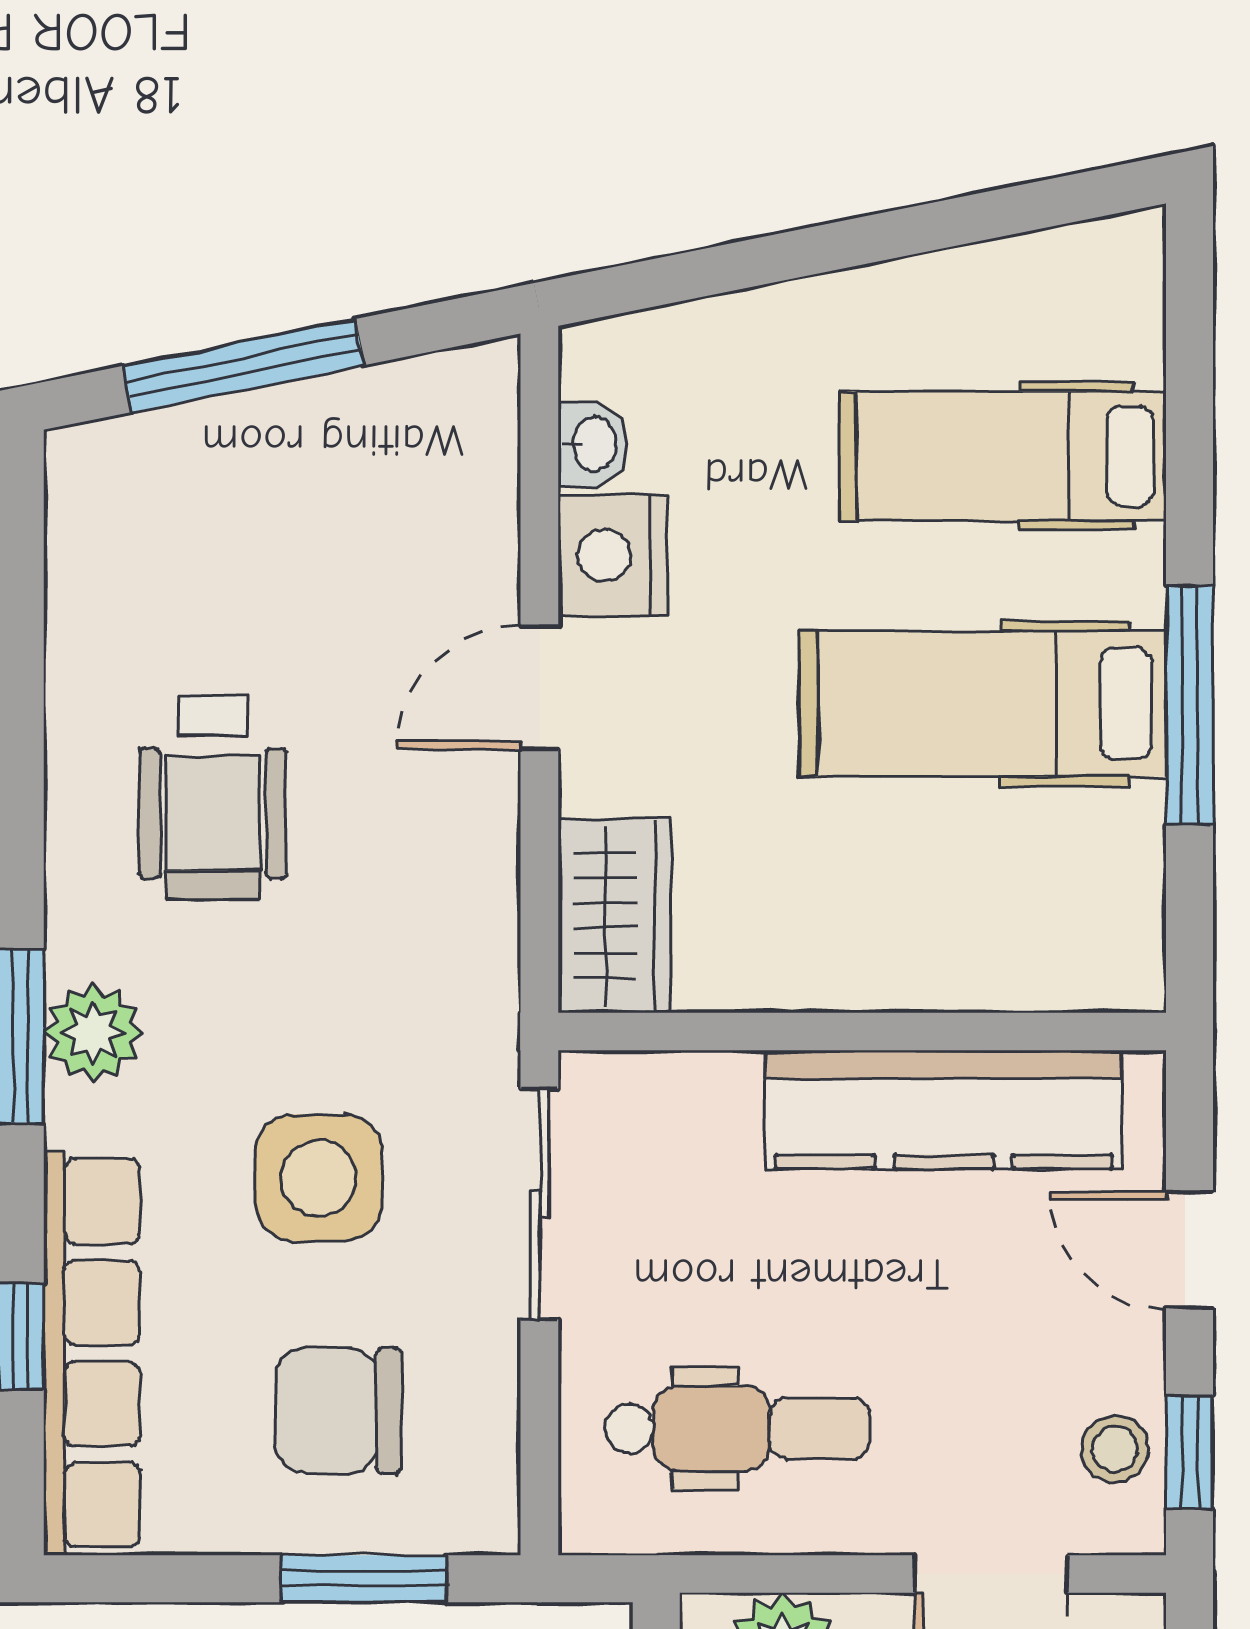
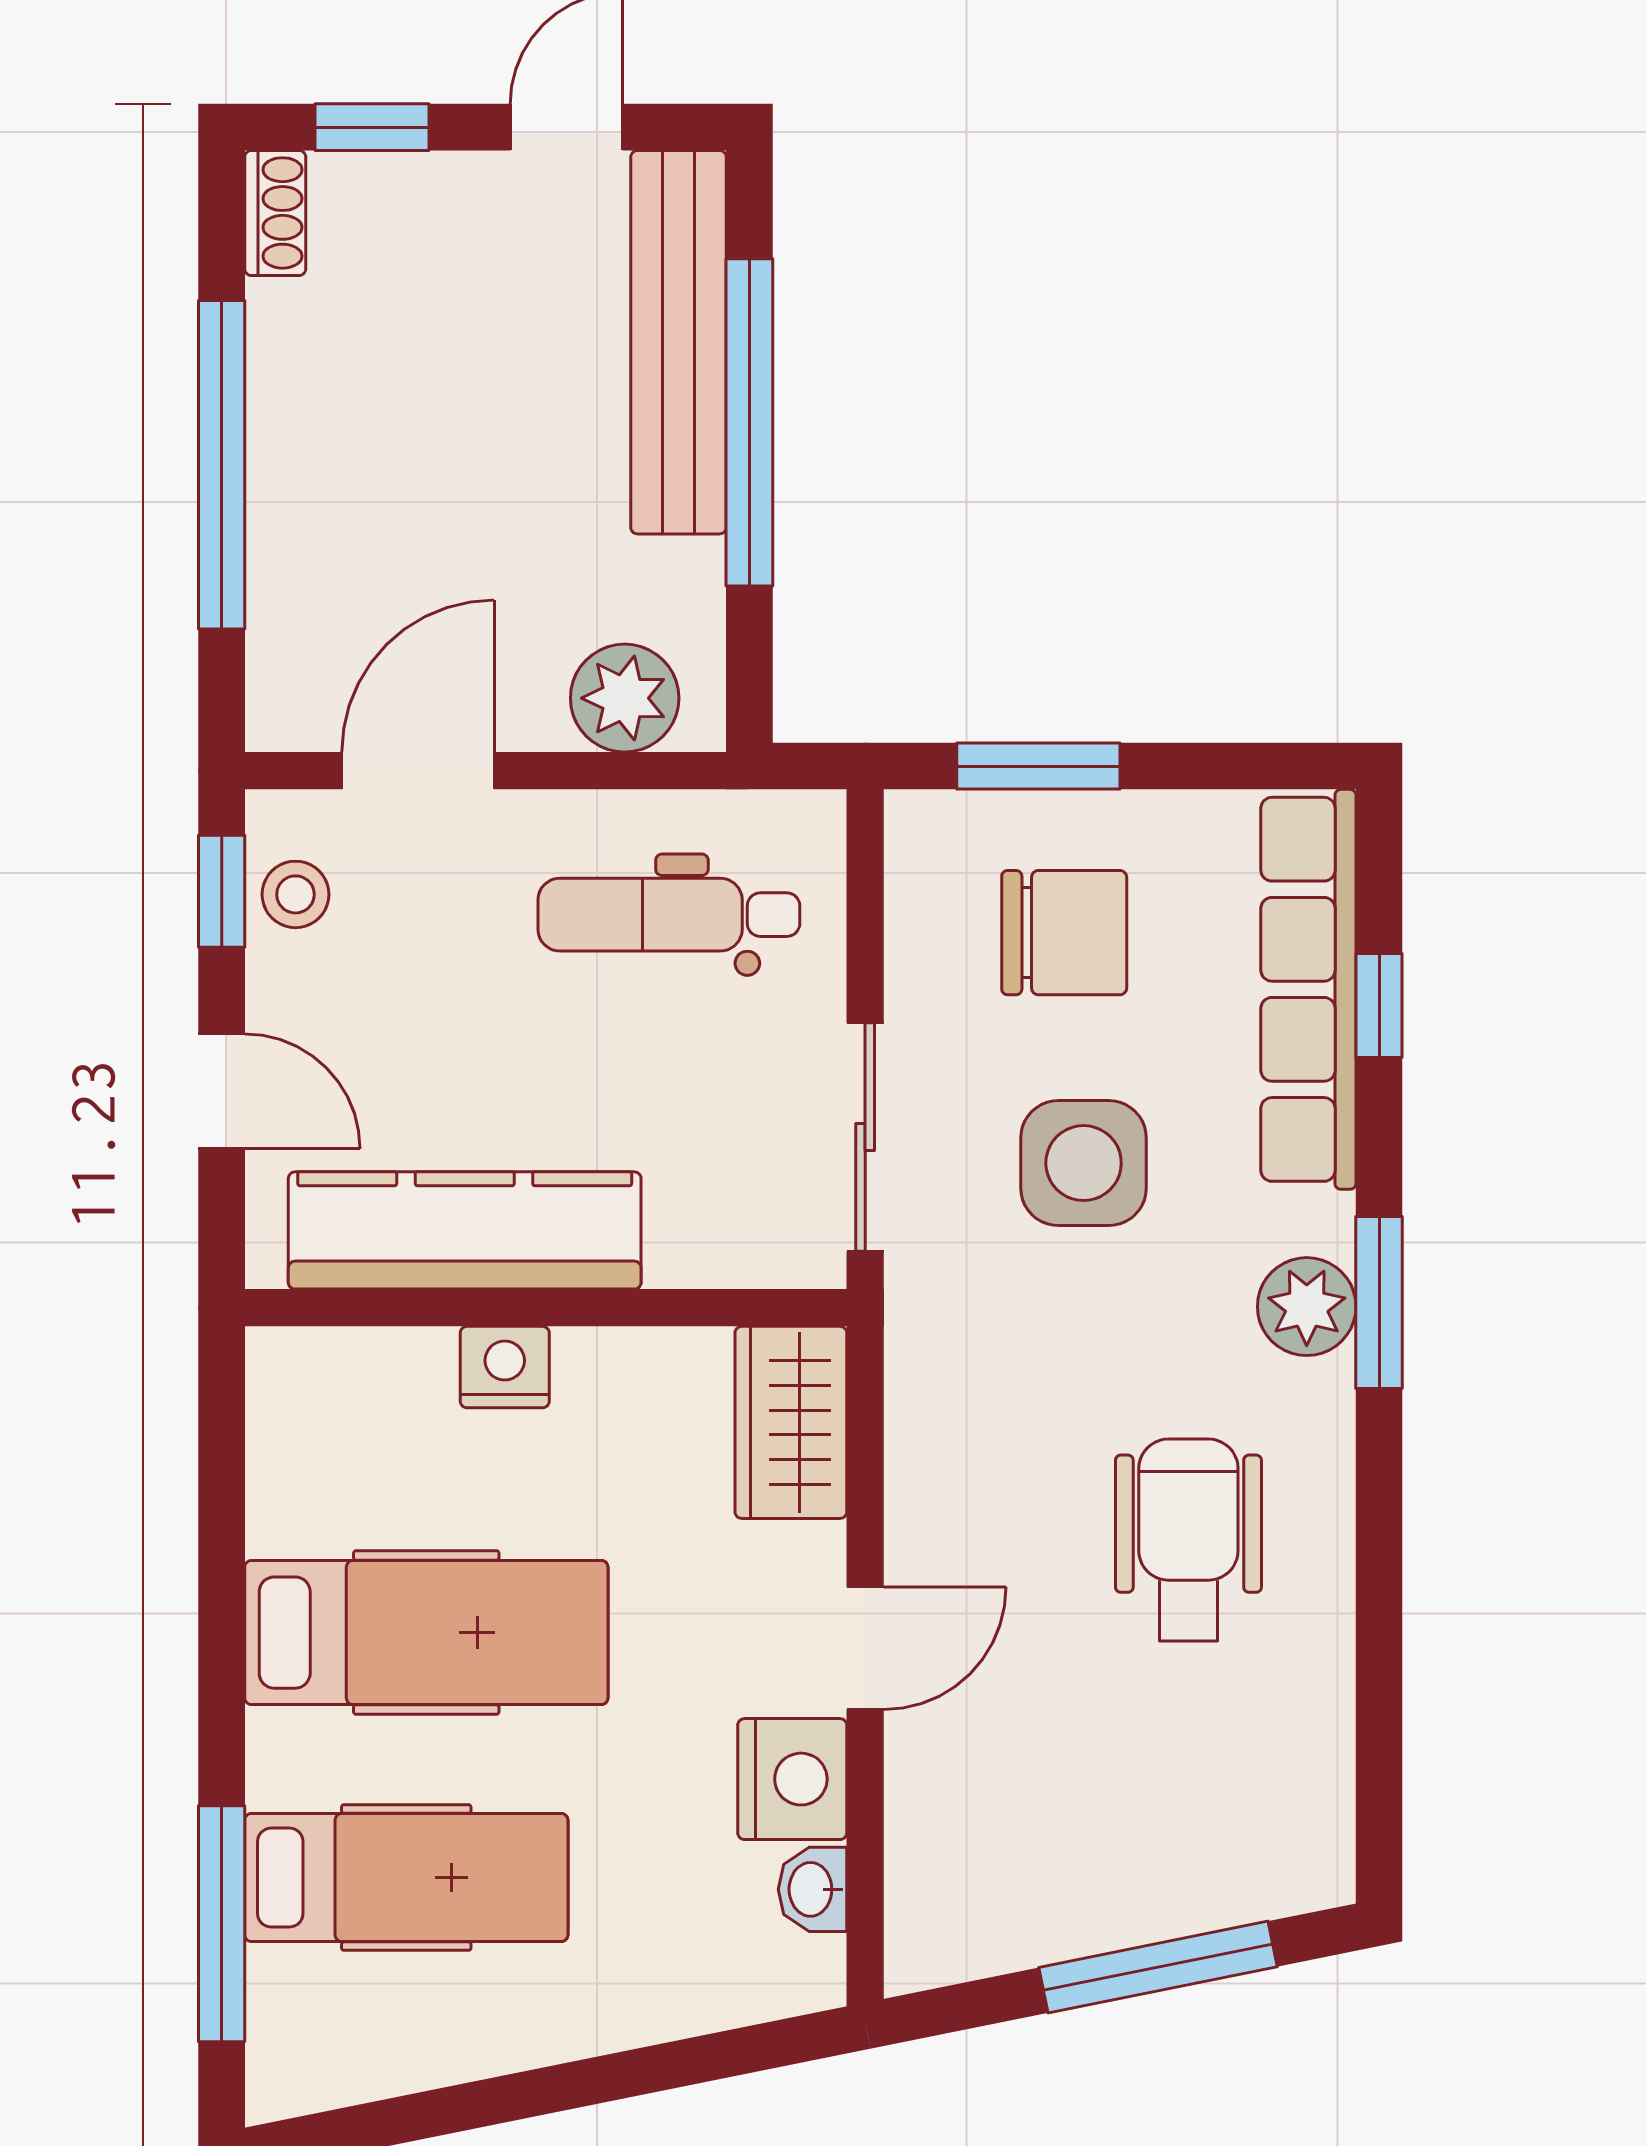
window: (1189, 705) -> (222, 1924), moved
nightstand: (903, 972) -> (505, 1367), added

